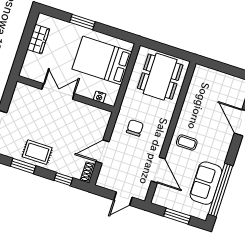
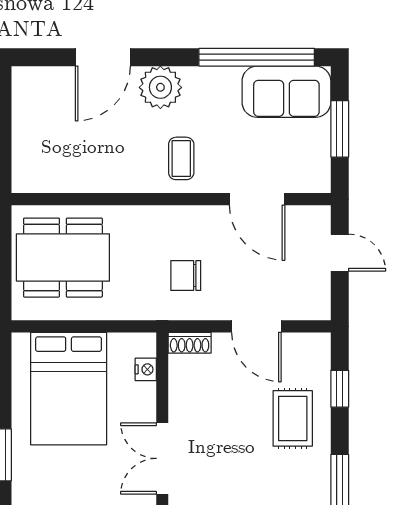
plant: (221, 144) -> (160, 87), added
rug: (37, 152) -> (293, 418), moved
door: (158, 170) -> (257, 199), swing flipped
shoe rack: (88, 172) -> (190, 343), moved
sofa: (206, 183) -> (286, 92), moved

